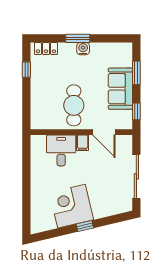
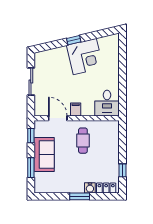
water cooler: (83, 49) -> (90, 188), moved
cafe table: (74, 105) -> (83, 141), width x0.73, depth x0.74
desk: (61, 150) -> (107, 103), moved
sliding door: (136, 176) -> (31, 81), width x0.73

